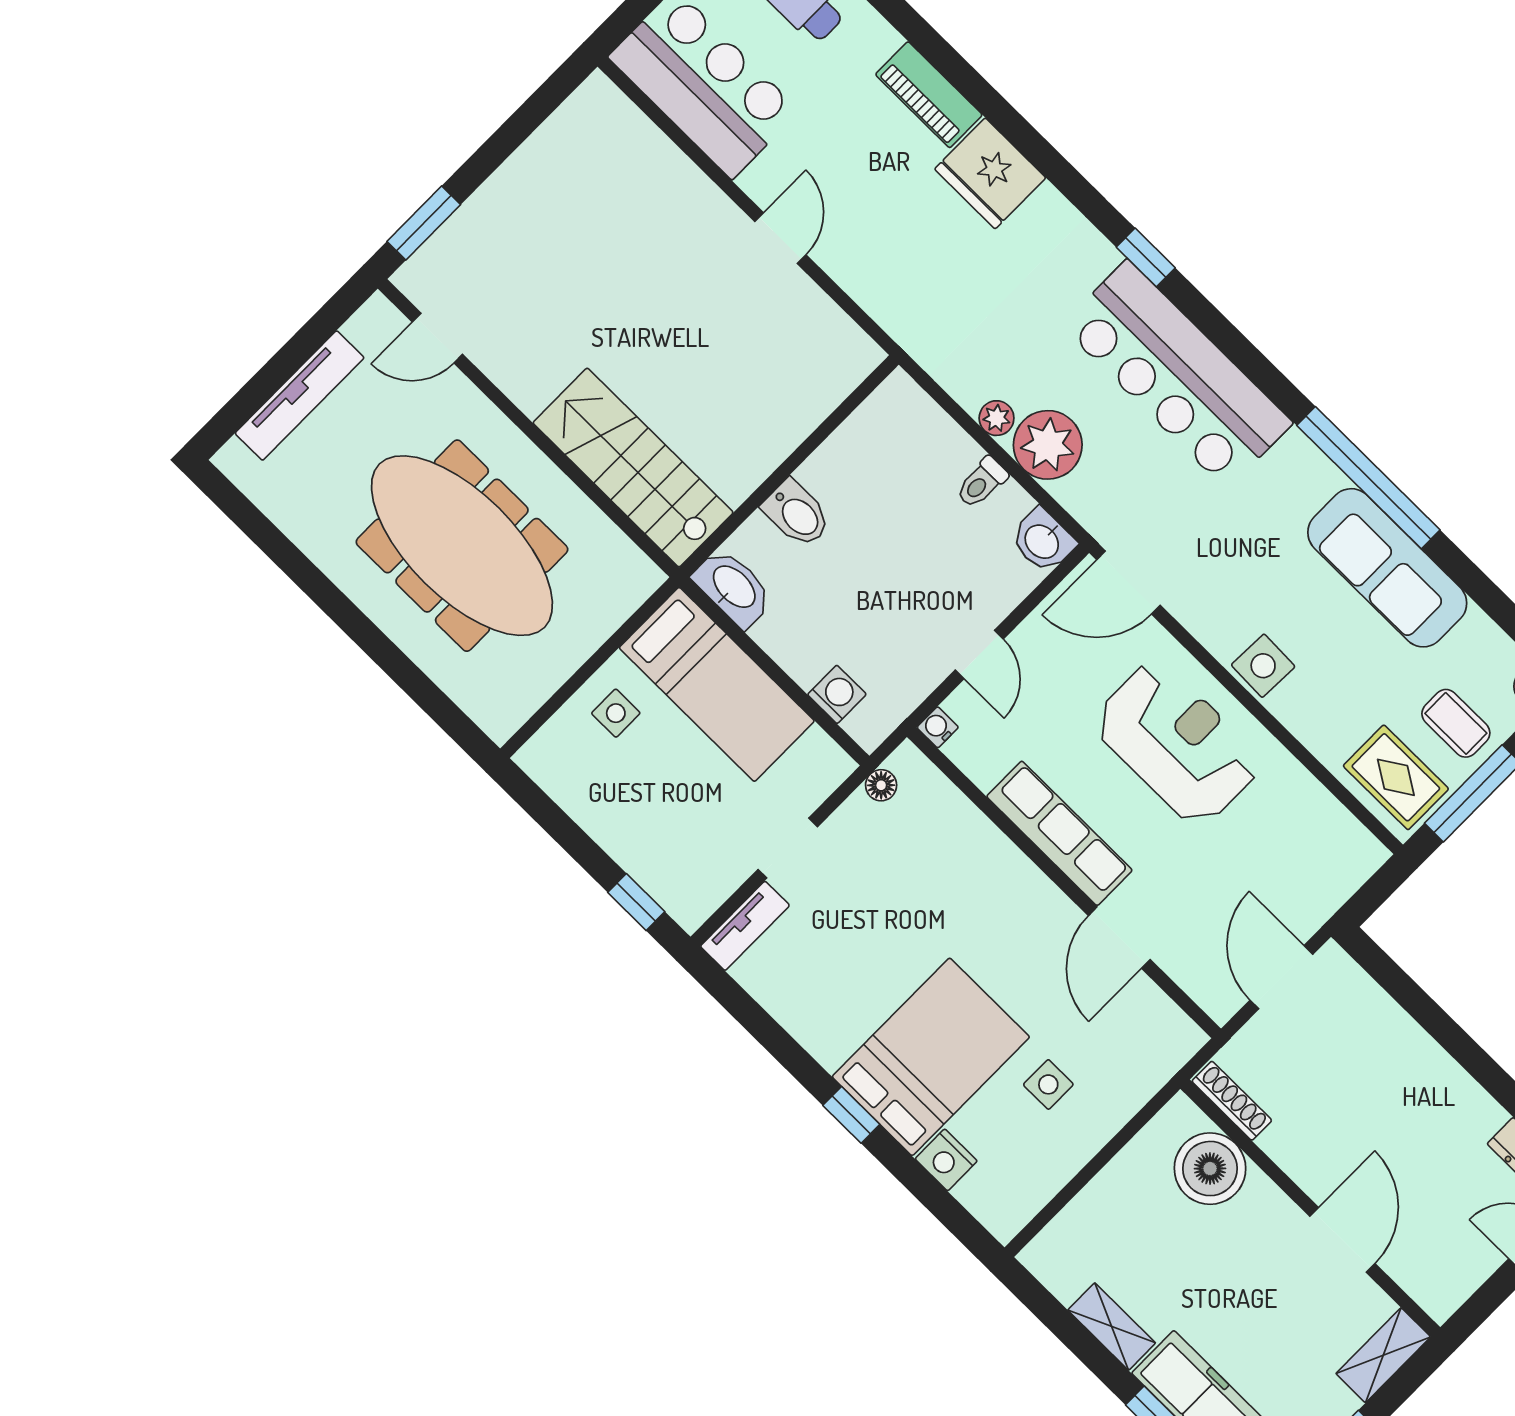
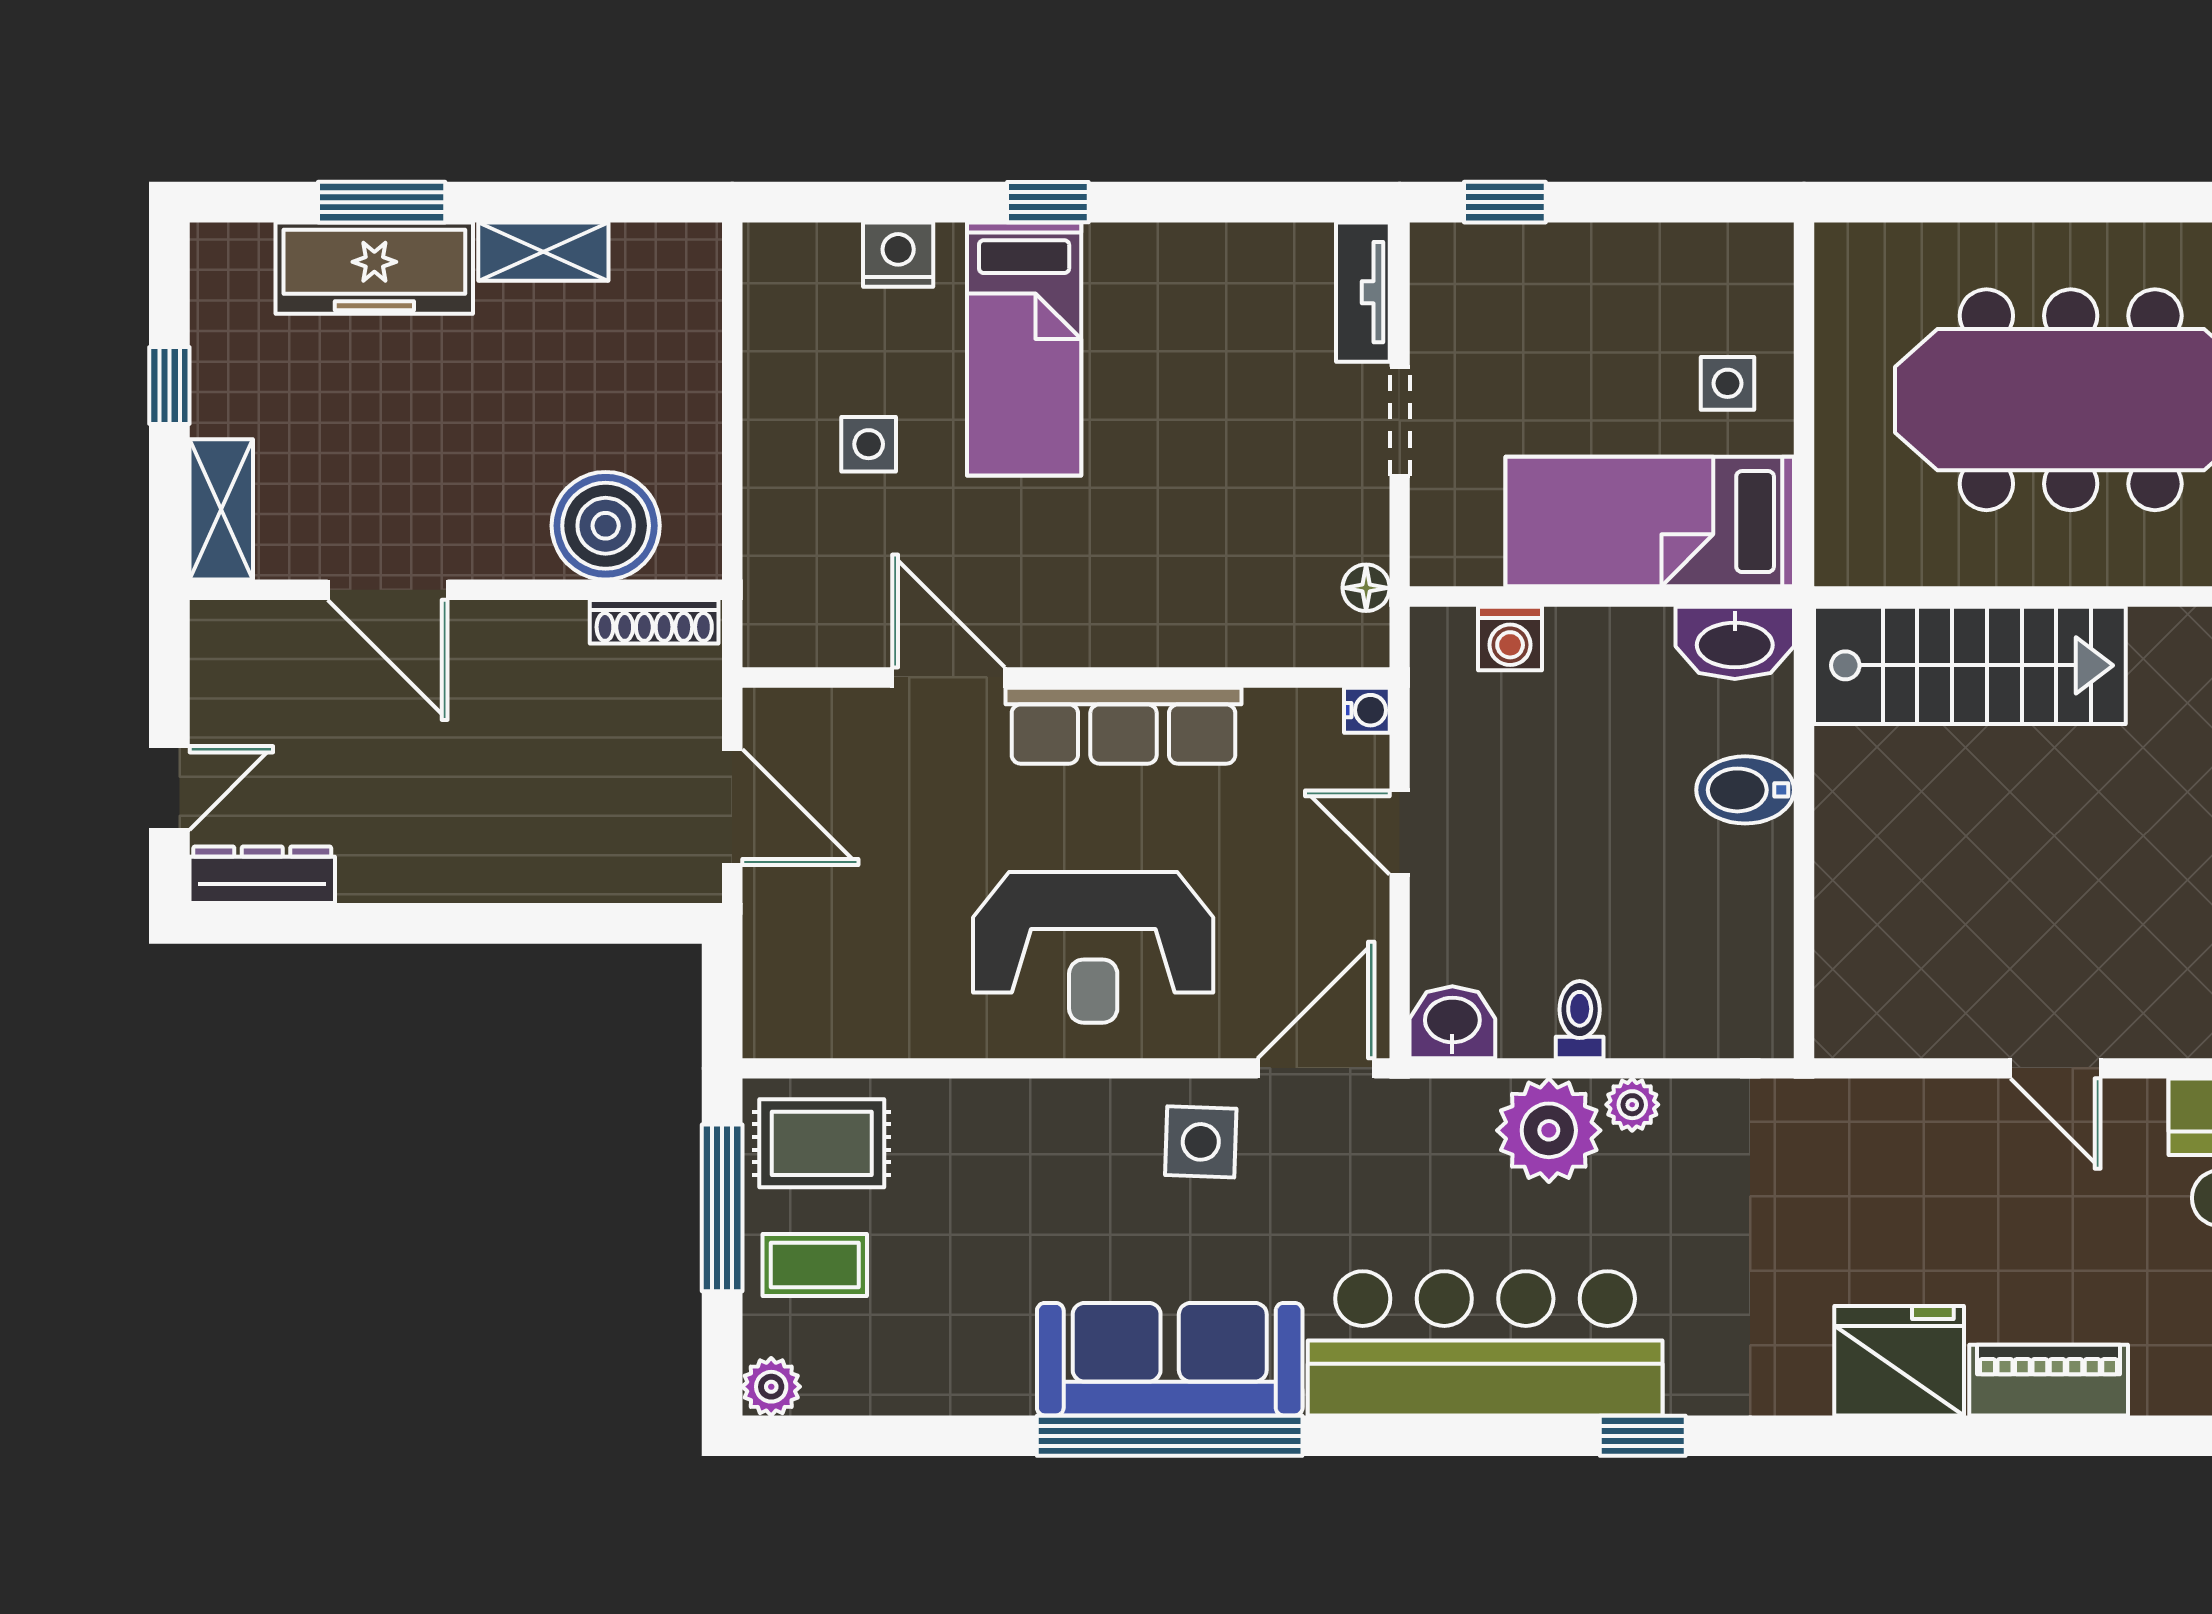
sofa: (1387, 568) -> (1170, 1359), moved
side table: (1263, 666) -> (1201, 1142), moved
bed: (931, 1057) -> (1024, 349), width x0.67

